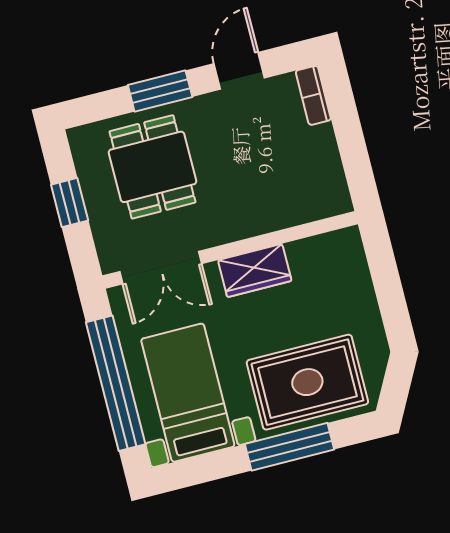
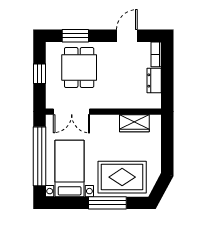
window: (160, 91) -> (75, 36), moved
dresser: (324, 153) -> (154, 80), added
wardrobe: (255, 271) -> (134, 123), moved

